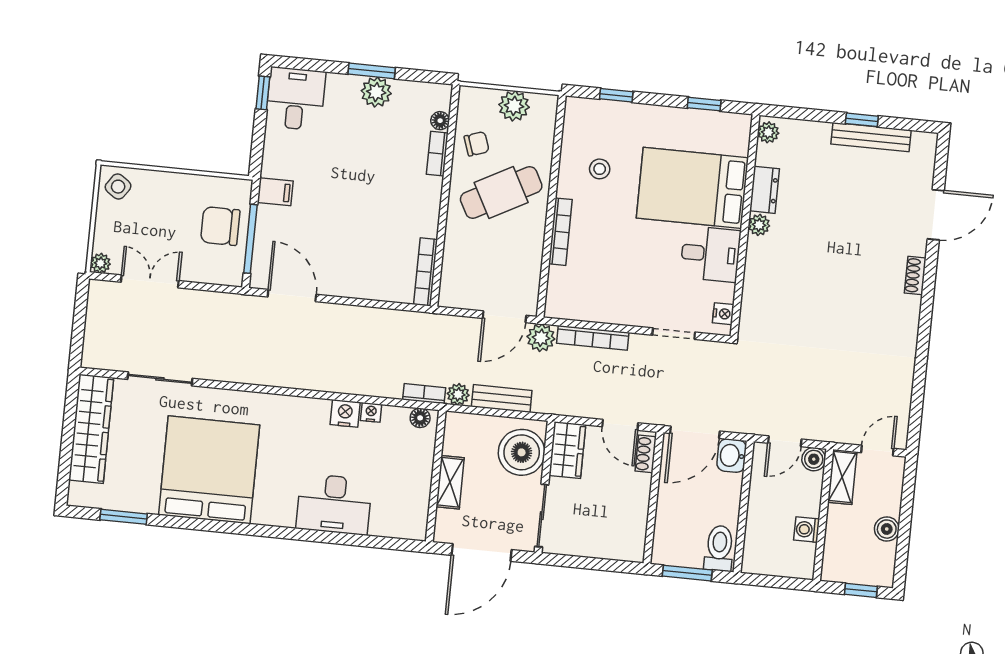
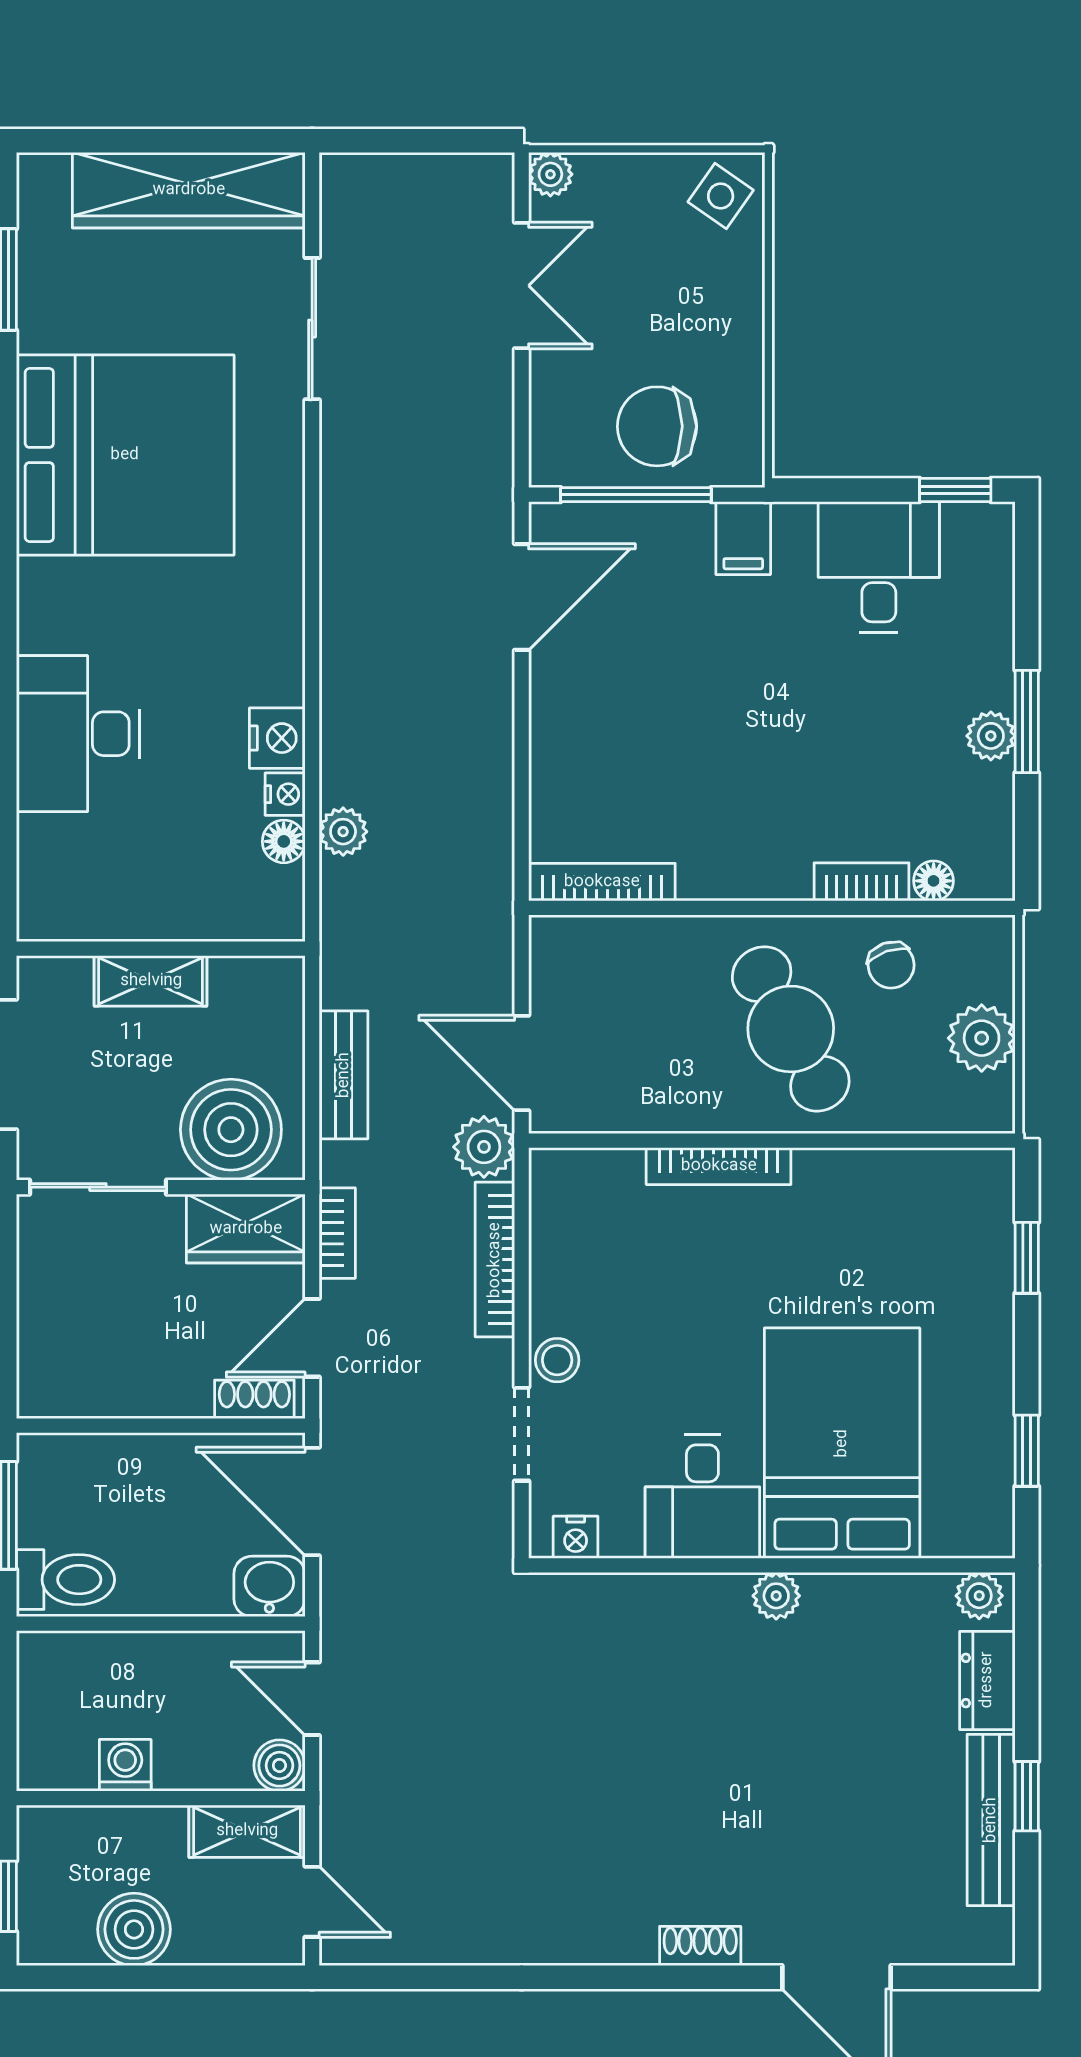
plant: (376, 92) -> (991, 736), width x0.73, depth x0.73
desk: (296, 99) -> (879, 567), moved, turned -90
stool: (600, 169) -> (557, 1360), moved
dresser: (764, 190) -> (987, 1680), moved, turned 90
chair: (220, 226) -> (657, 426), turned -90
bookcase: (424, 394) -> (337, 1233), moved
plant: (458, 394) -> (343, 832), moved
floor lamp: (420, 418) -> (284, 841), moved
boiler: (887, 529) -> (134, 1929), width x1.36, depth x1.36

